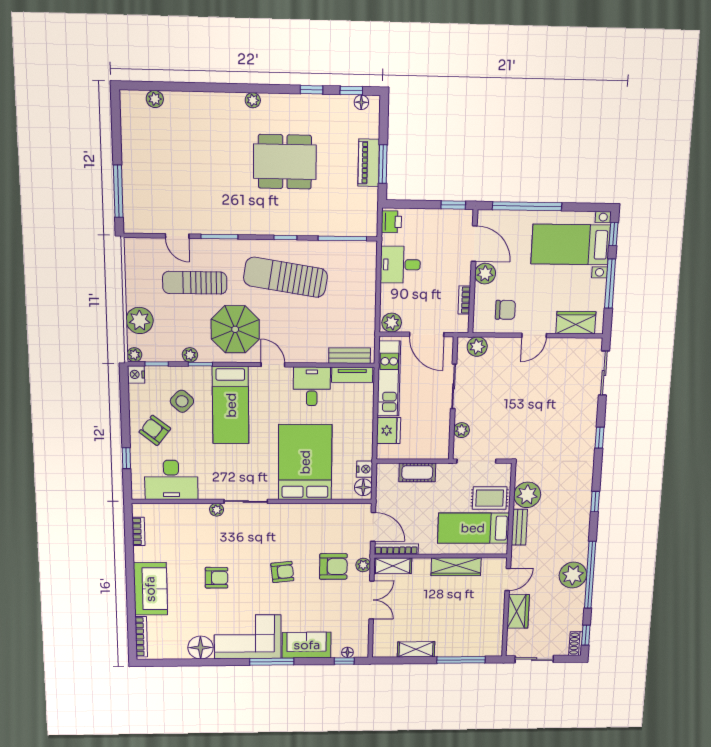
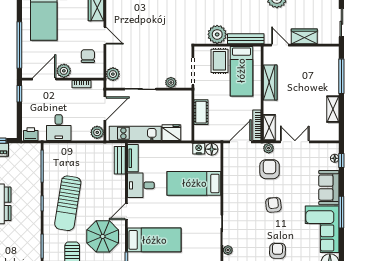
bed: (305, 462) -> (194, 183), width x0.67
bench: (519, 527) -> (246, 39), width x1.36

